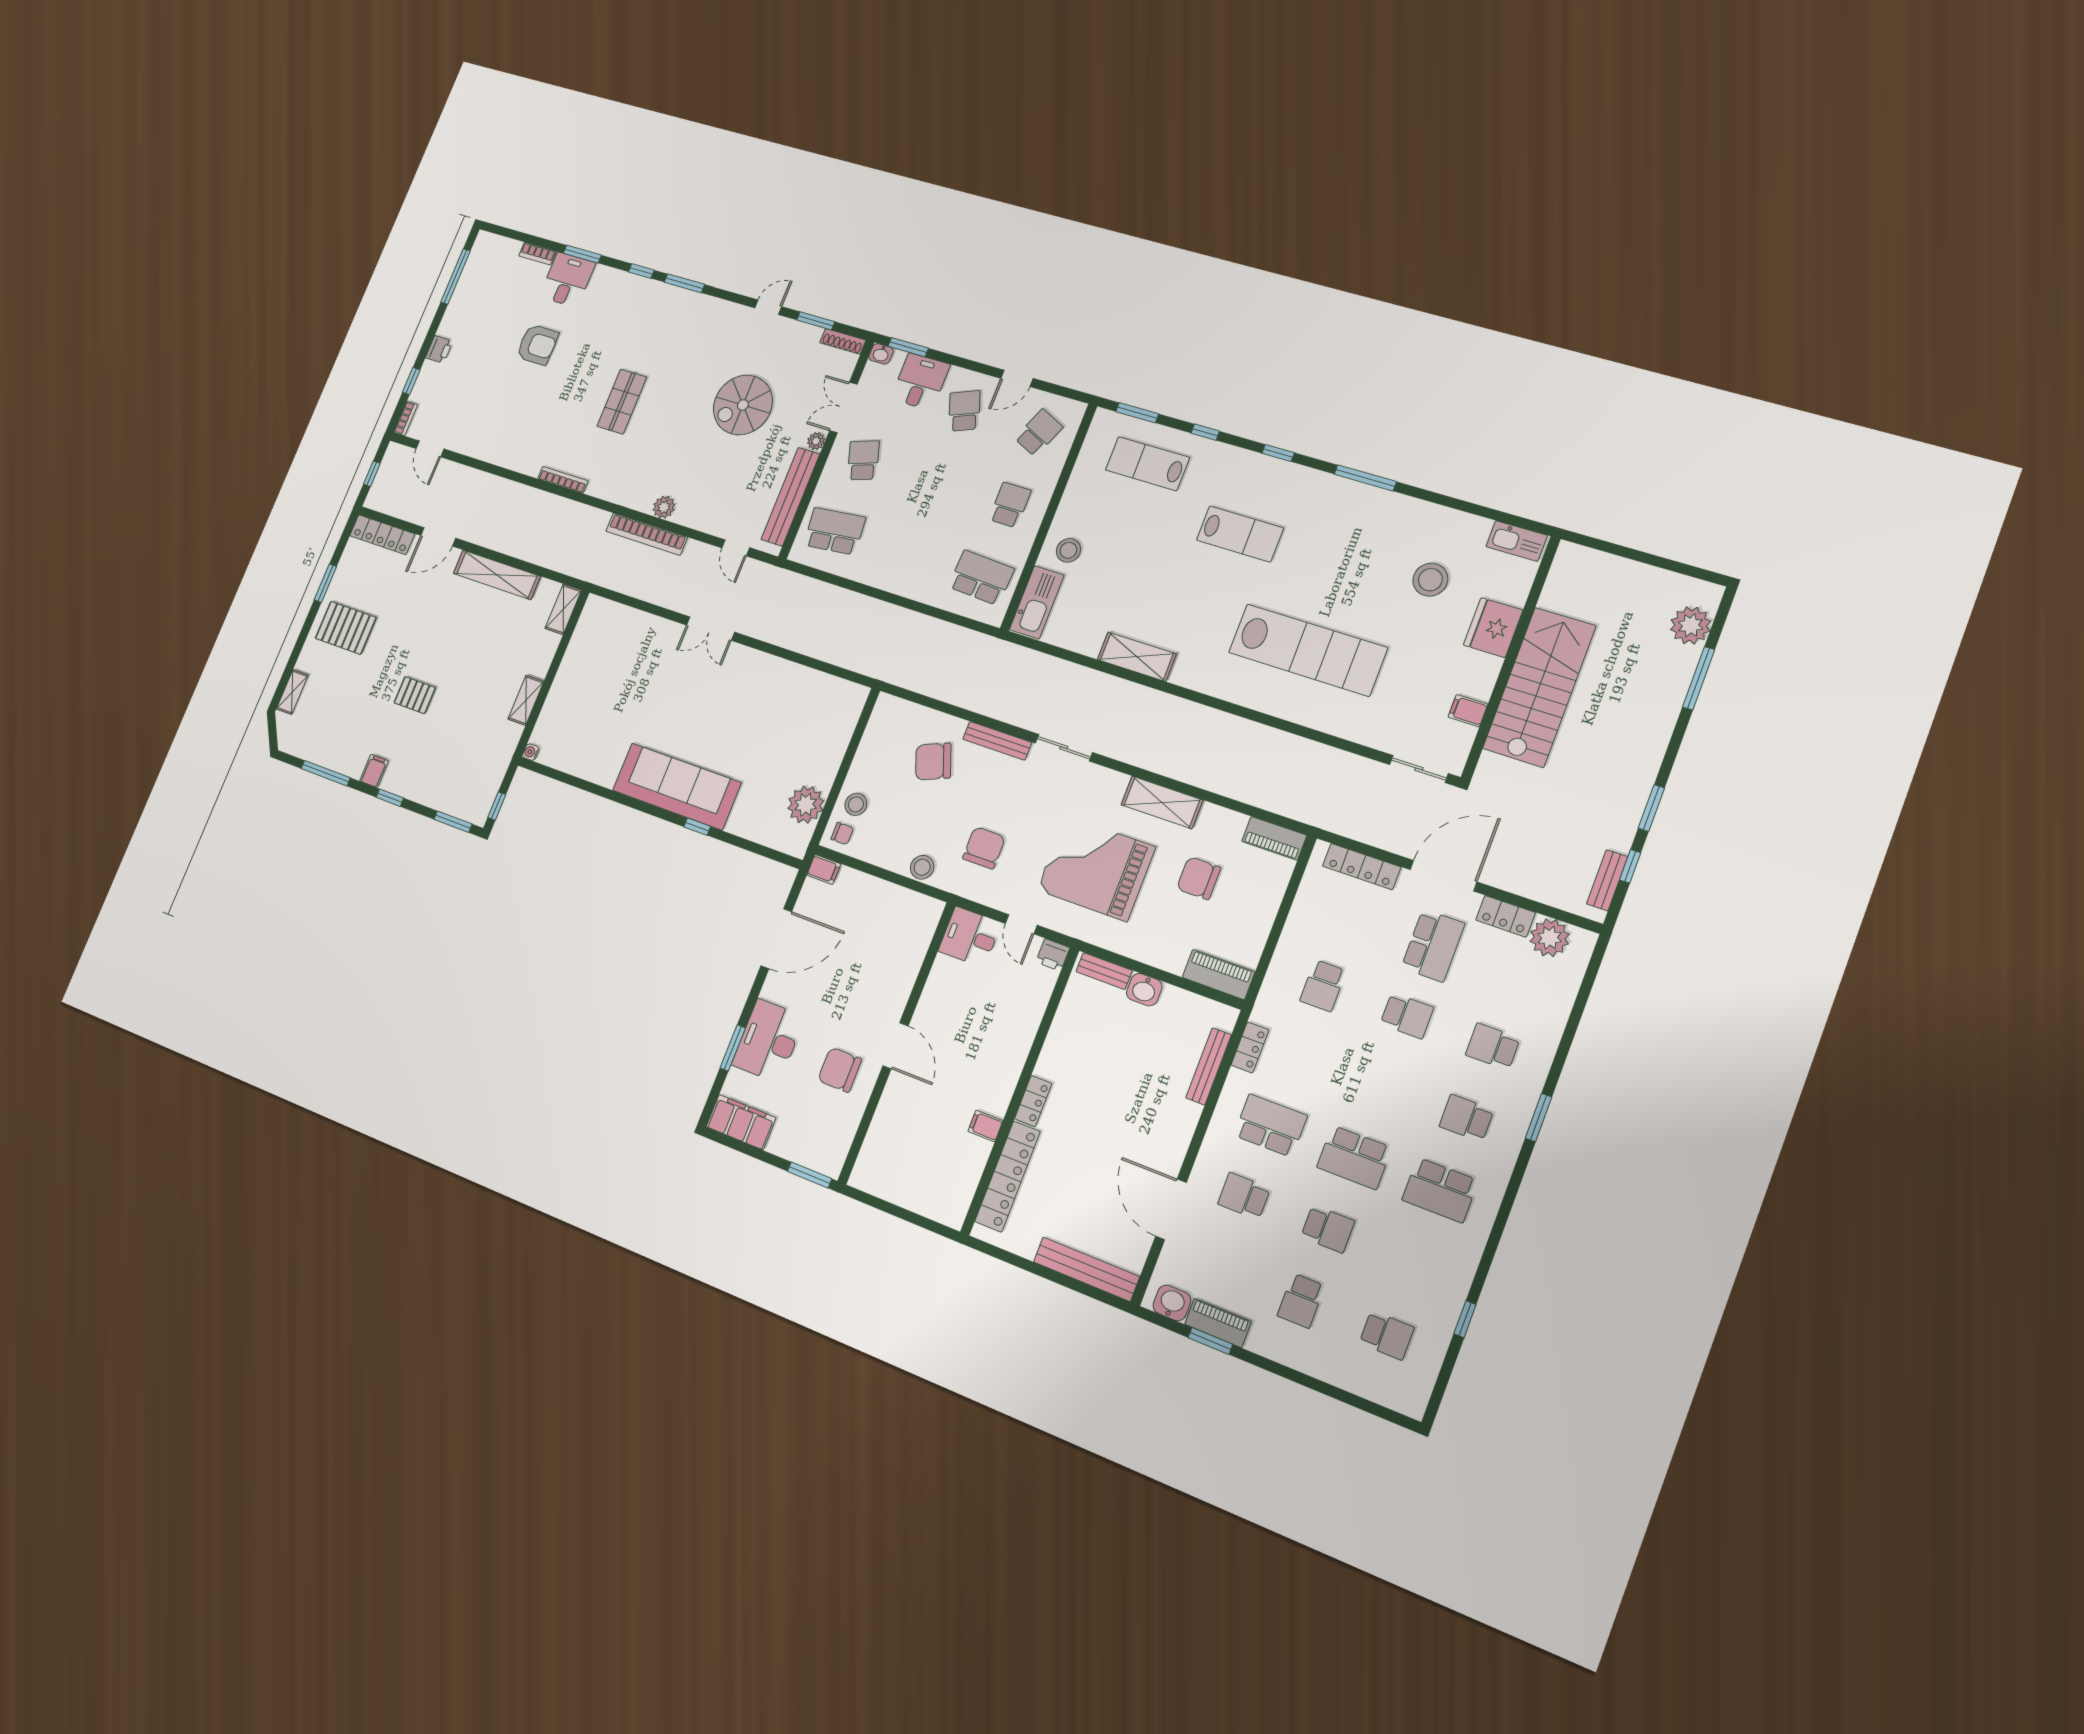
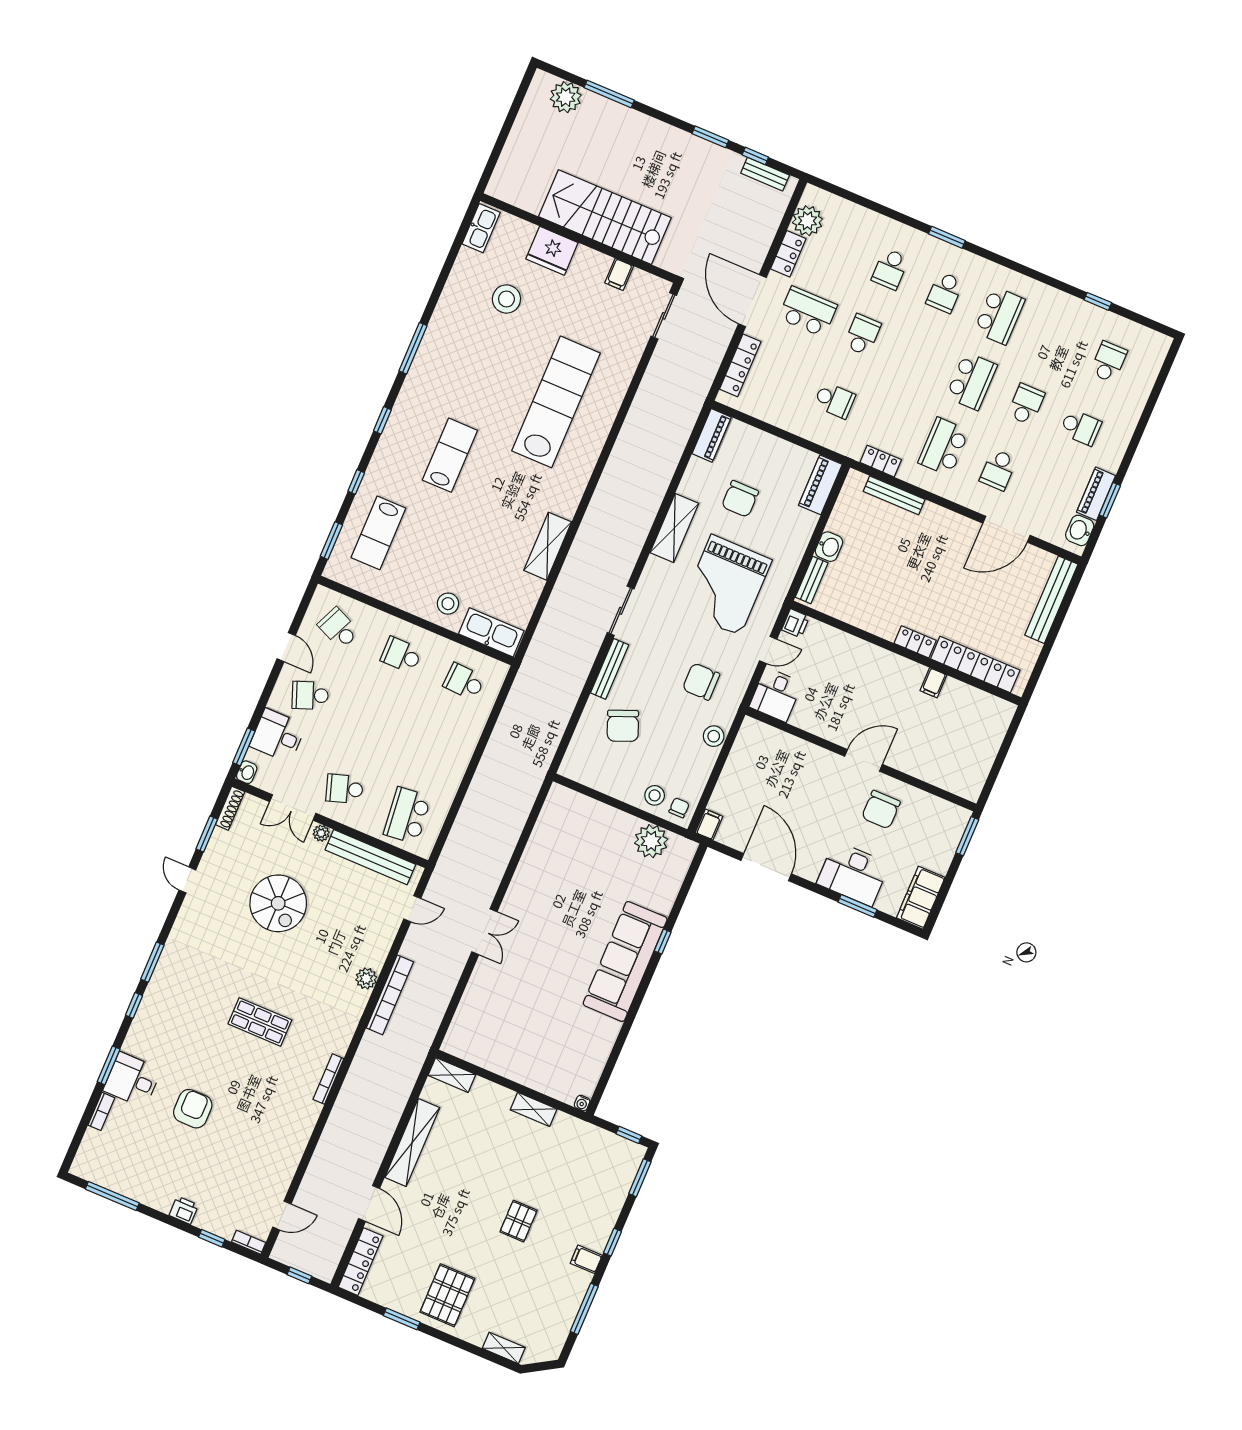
school desk: (981, 578) -> (464, 682), width x0.54

